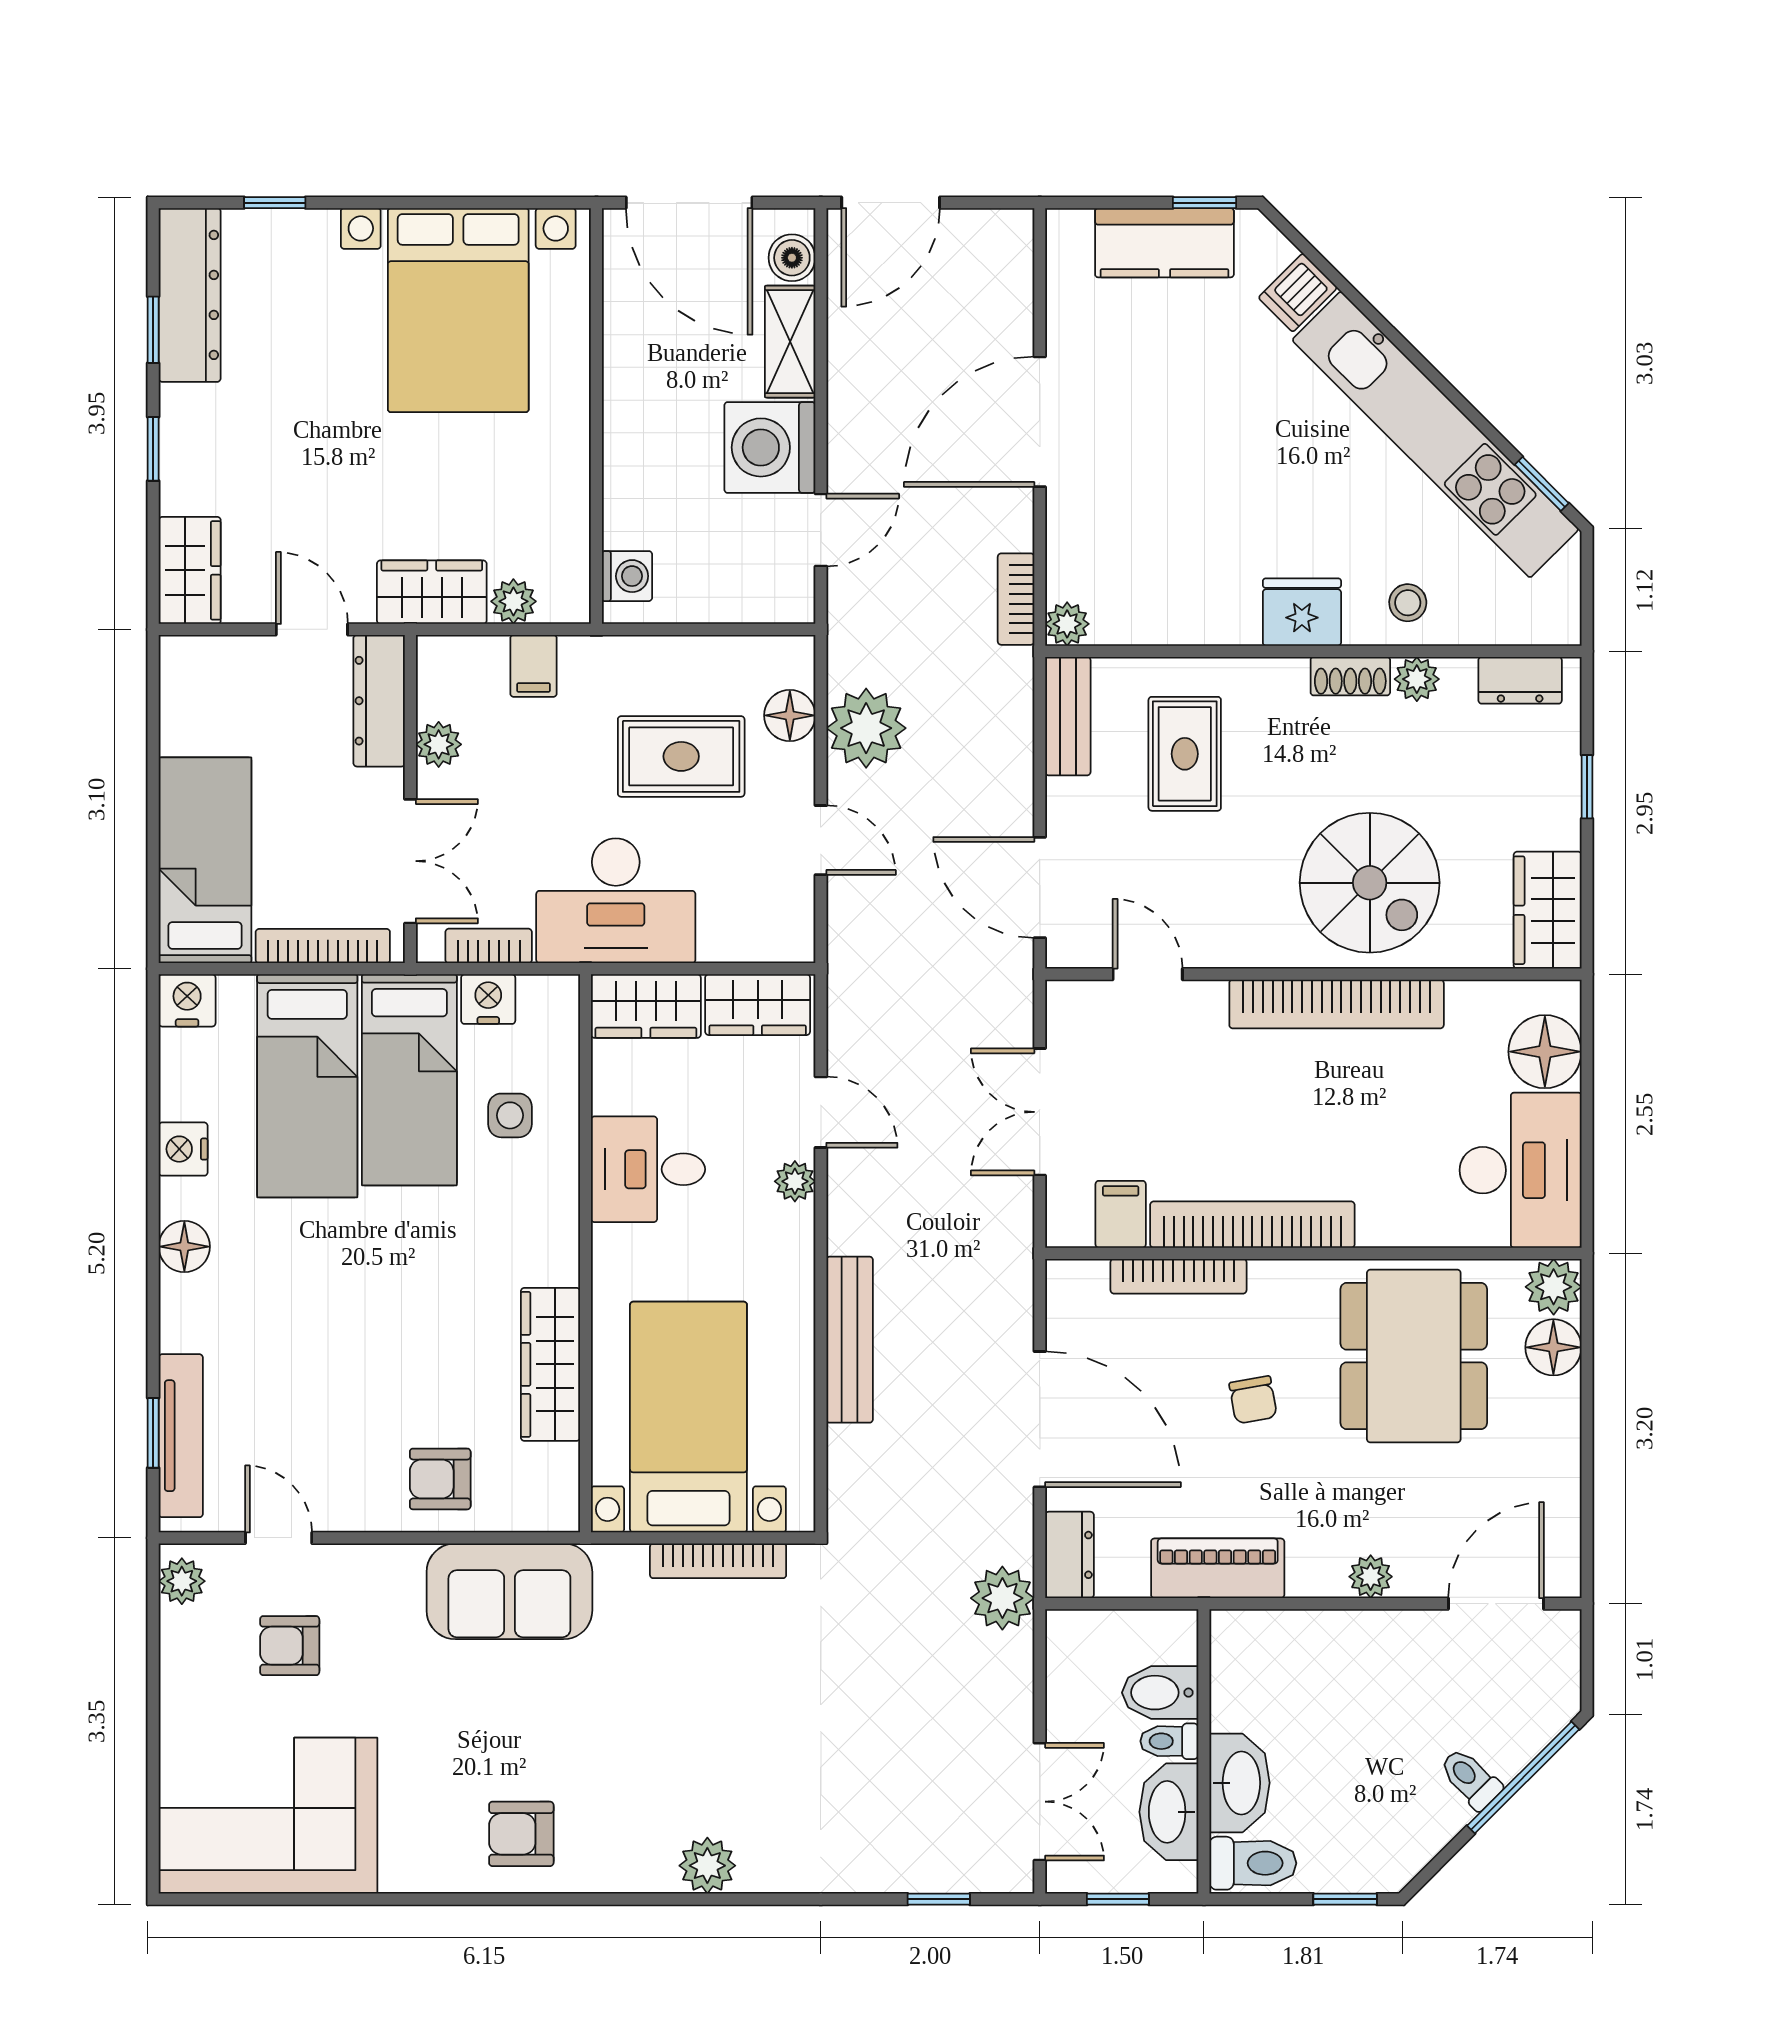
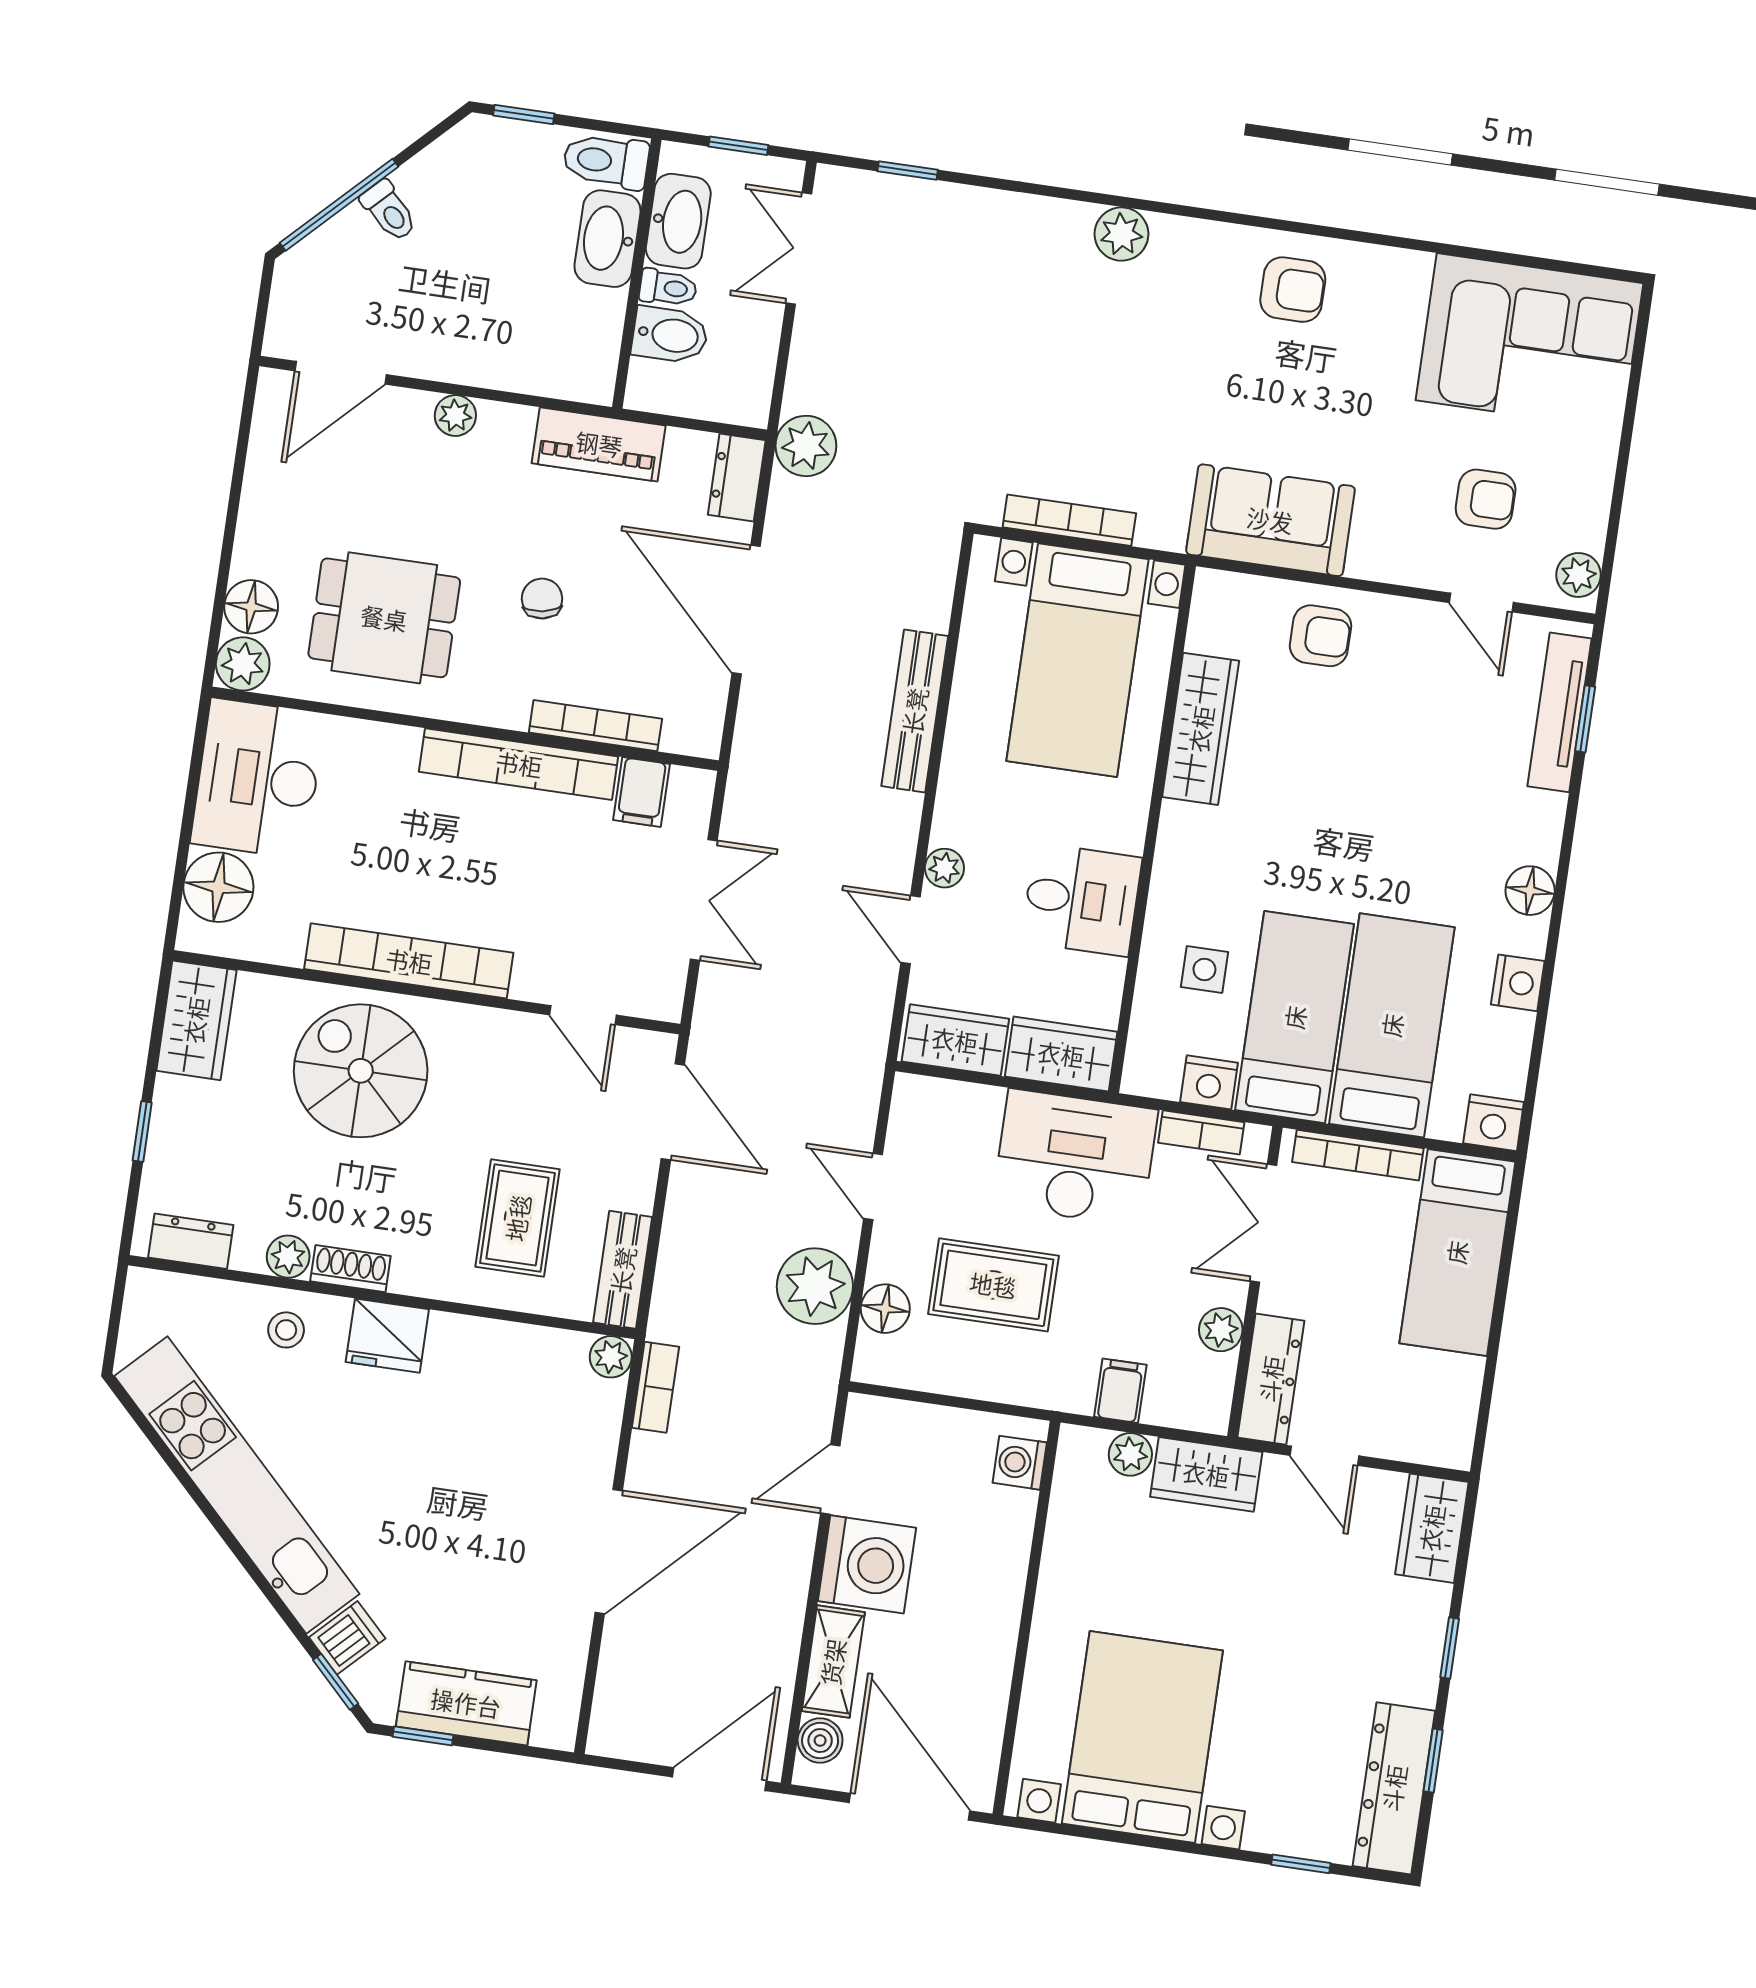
window: (1542, 484) -> (336, 1682), moved
dining table: (1414, 1356) -> (384, 618), width x0.73

